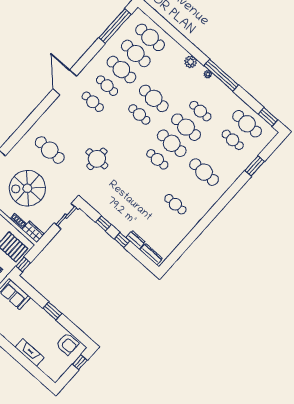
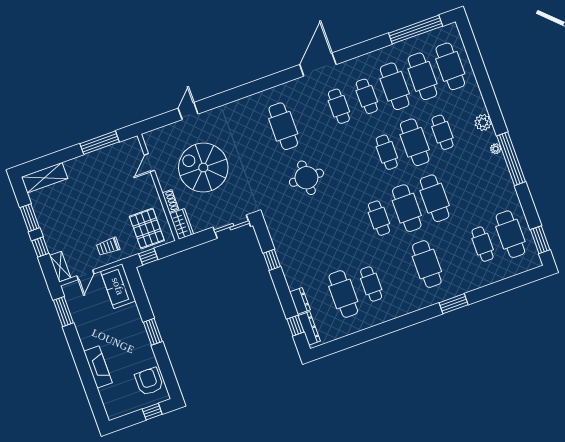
cafe table: (200, 111) -> (442, 132), moved
cafe table: (50, 150) -> (283, 126), moved
window: (255, 166) -> (454, 304), moved
cafe table: (161, 220) -> (343, 294), added
window: (122, 240) -> (295, 326), moved
armchair: (67, 344) -> (149, 381), turned 180

